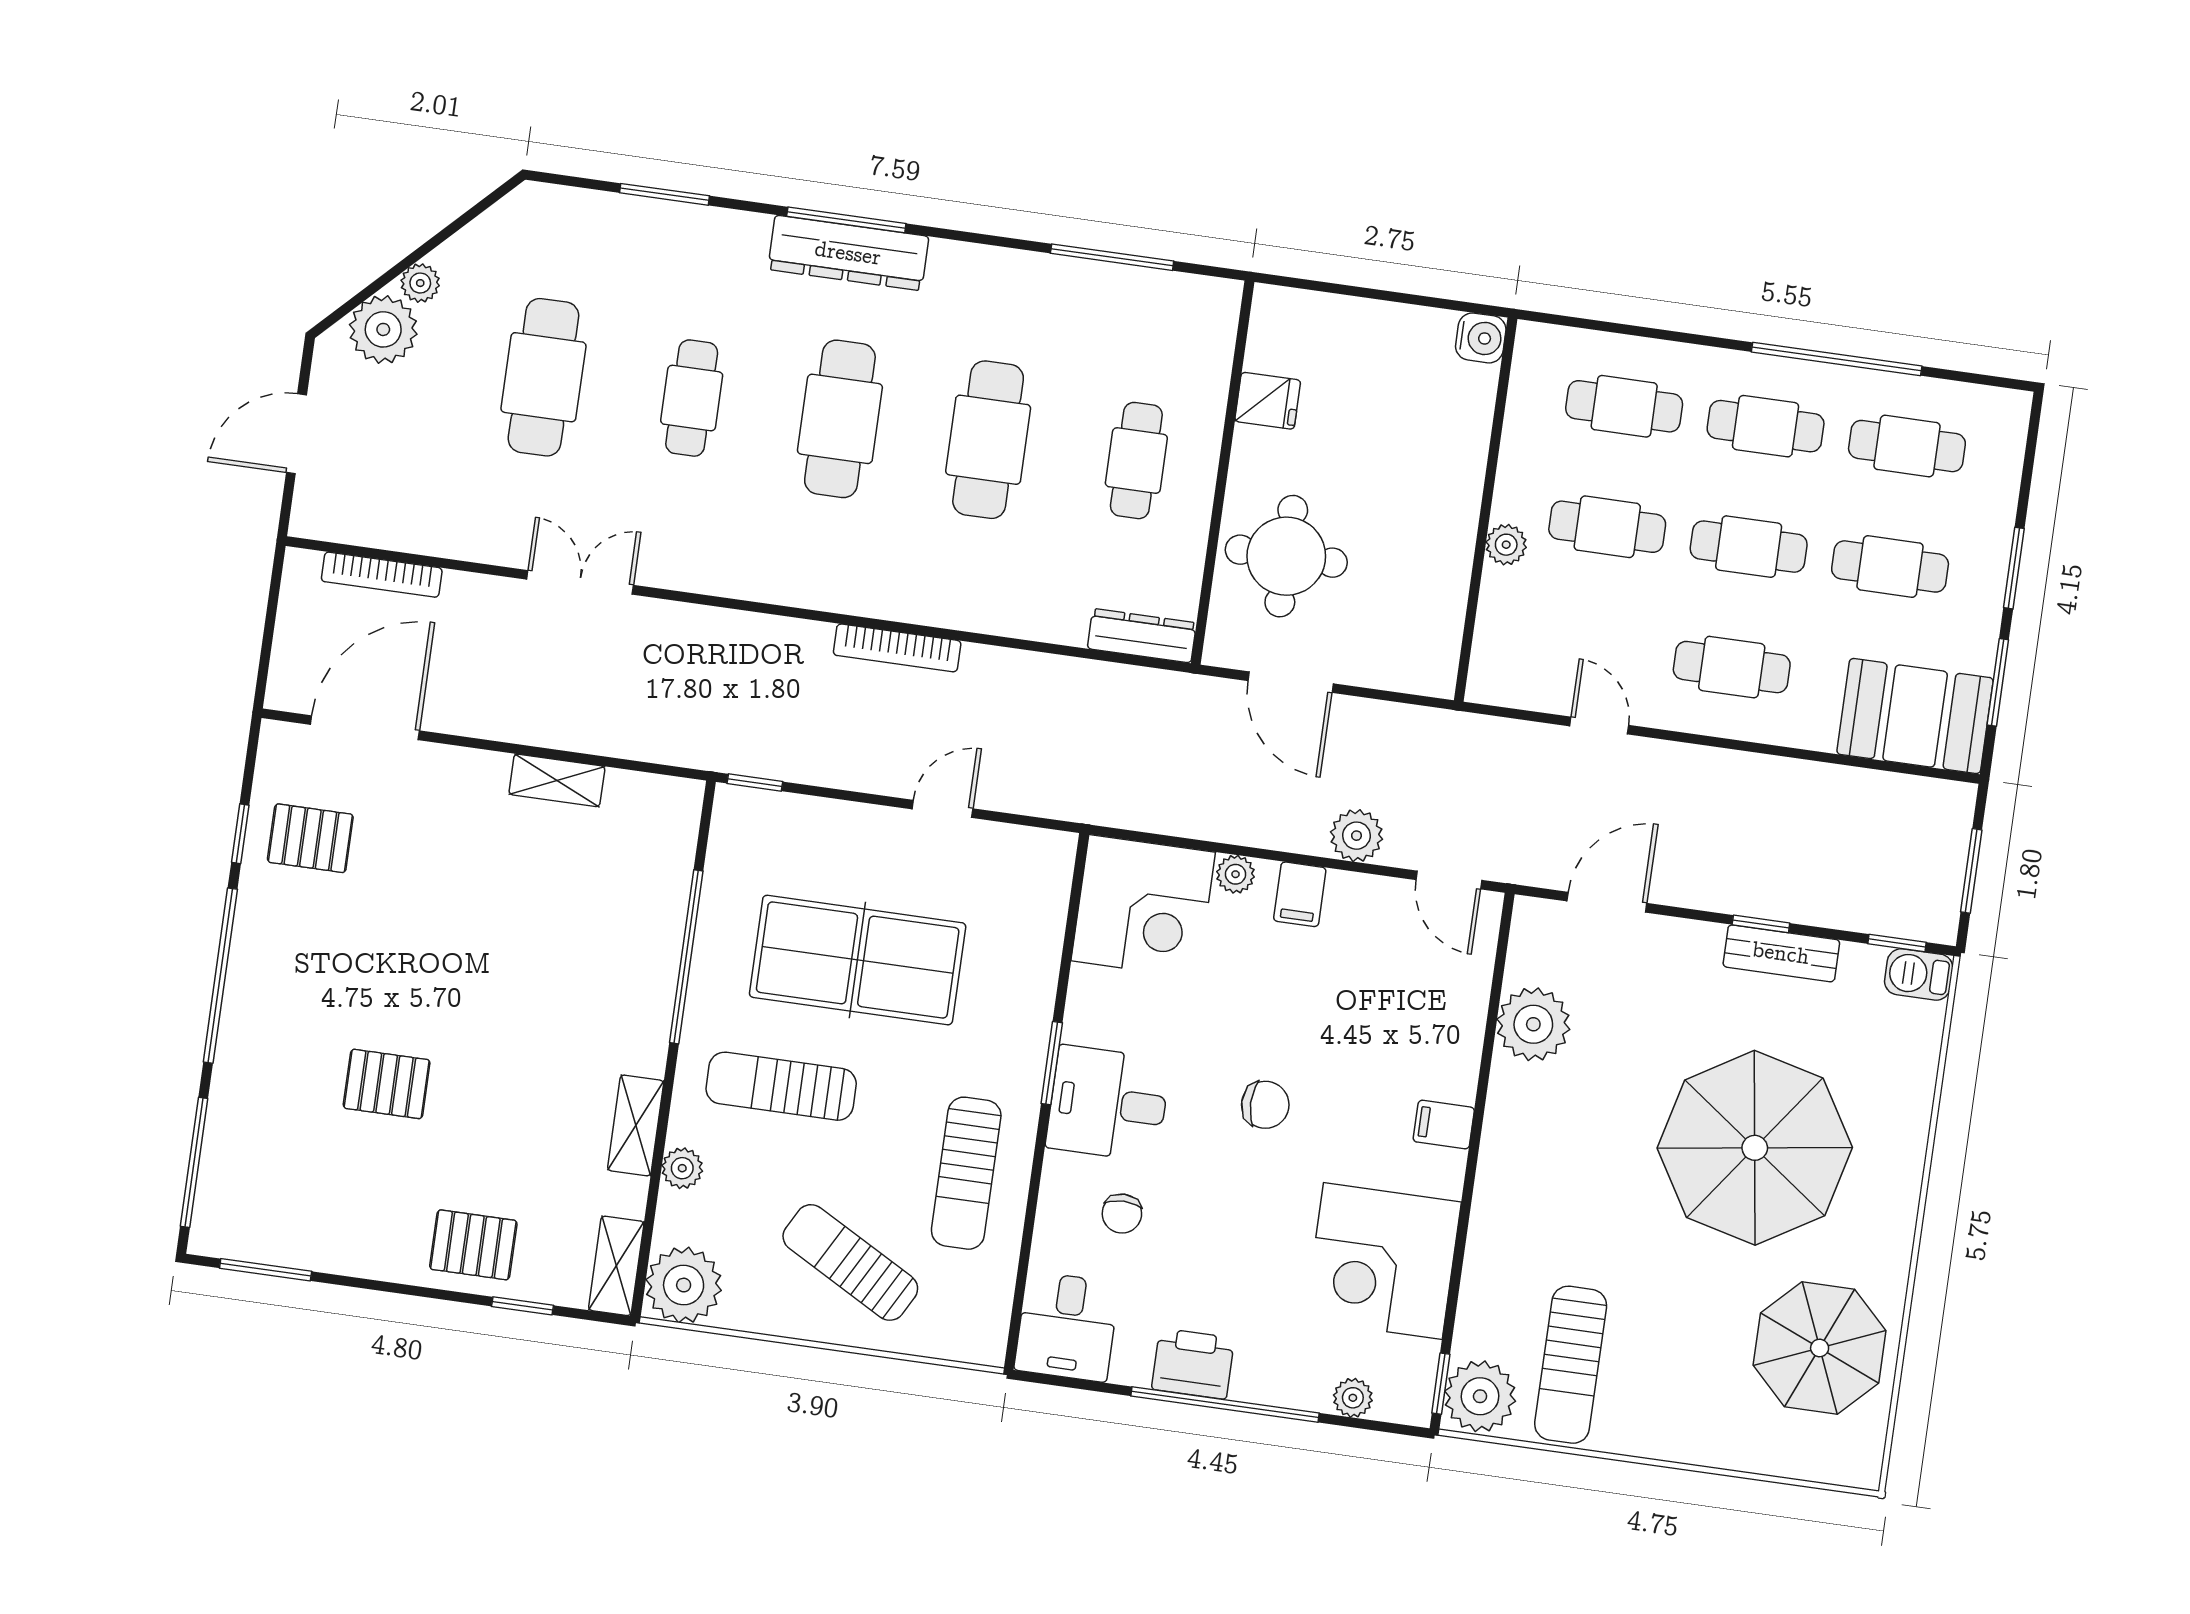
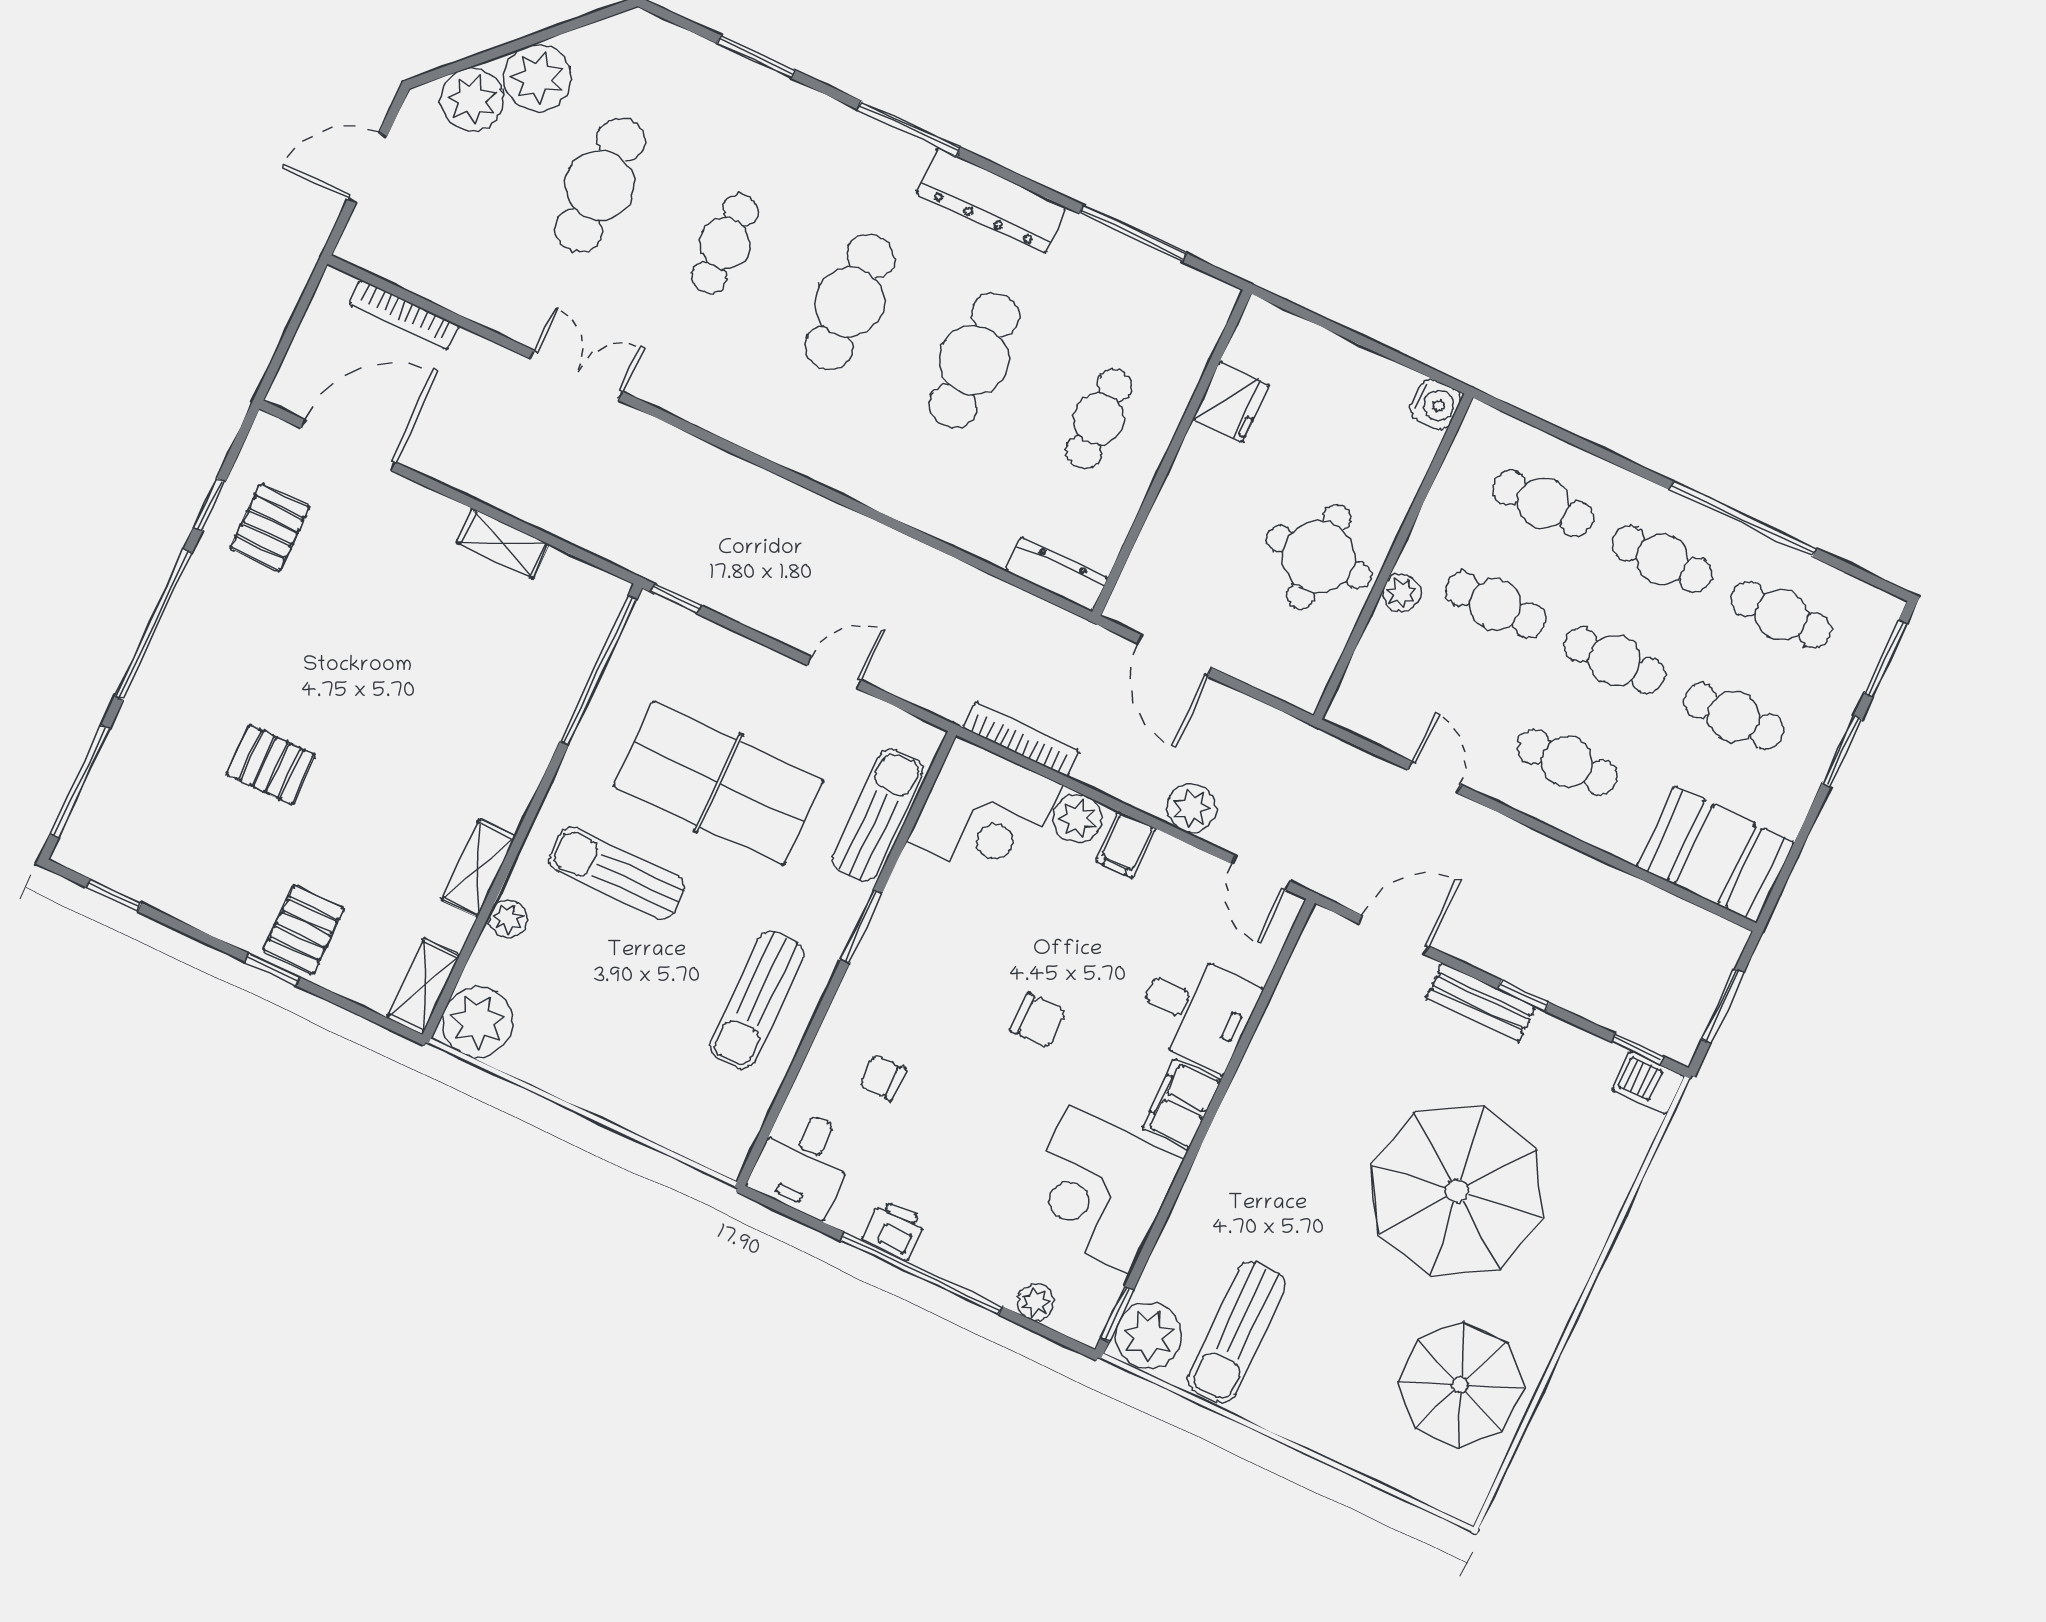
dresser: (848, 253) -> (991, 200), moved
plant: (420, 283) -> (537, 78), width x1.88, depth x1.88
fridge: (1268, 401) -> (1231, 402), width x1.38
round table: (1286, 556) -> (1319, 557), moved
bookcase: (897, 648) -> (1021, 739), moved, turned 180
window: (1998, 682) -> (1886, 658), moved
pallet: (310, 838) -> (270, 528), turned 90
plant: (1236, 874) -> (1078, 819), width x1.38, depth x1.38
bench: (1781, 953) -> (1481, 1002), moved
window: (686, 957) -> (598, 670), moved
plant: (1533, 1024) -> (1296, 1022), removed
desk: (1108, 1103) -> (1197, 1011), moved, turned 180
filing cabinet: (1444, 1125) -> (1182, 1104), width x2.00
chair: (1122, 1214) -> (883, 1078), turned 90
pallet: (473, 1245) -> (303, 930), turned 90
sun lounger: (850, 1262) -> (878, 815), moved, turned 61
window: (266, 1270) -> (114, 895), width x0.67
window: (522, 1306) -> (272, 969), moved
printer: (1193, 1364) -> (894, 1230), width x0.73, depth x0.81

